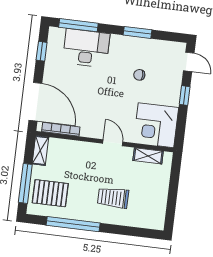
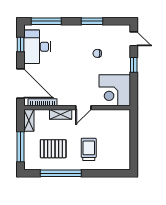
desk: (86, 48) -> (37, 47), moved, turned -90
door: (113, 143) -> (83, 108), swing flipped
shelving: (148, 156) -> (61, 114), moved
pallet: (50, 193) -> (53, 149), moved
trolley: (113, 198) -> (89, 149), turned 90

